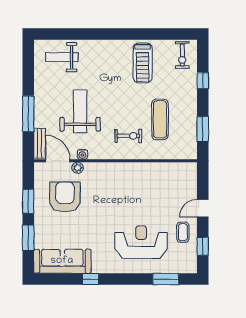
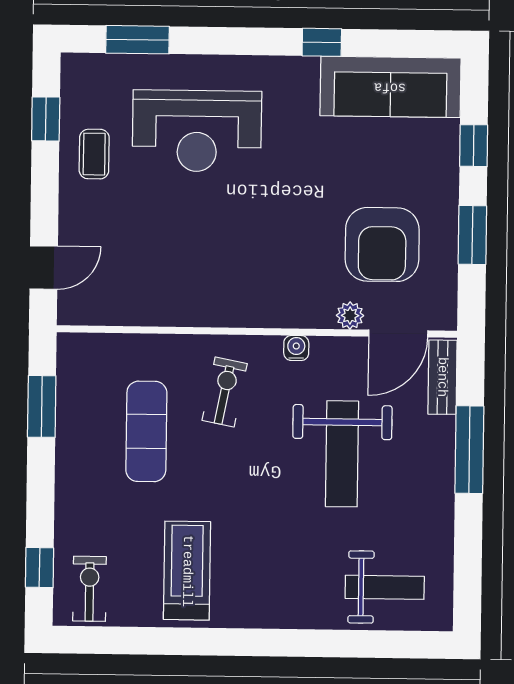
window: (203, 81) -> (39, 567), moved
exercise bike: (128, 136) -> (225, 392), turned 101
water cooler: (82, 154) -> (296, 348), moved
door: (58, 161) -> (398, 333), hinge flipped
door: (203, 208) -> (44, 268), moved
window: (28, 238) -> (474, 146), width x0.67

